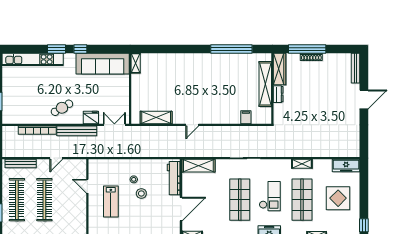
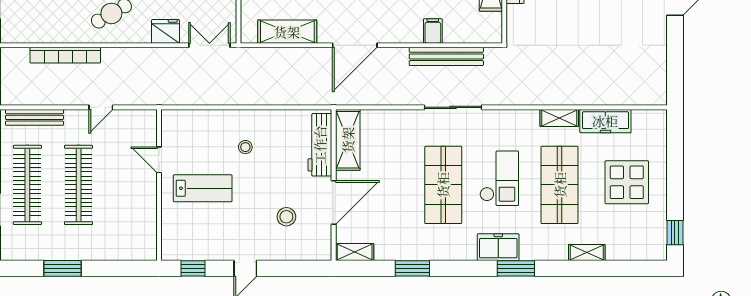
filing cabinet: (246, 117) -> (433, 31), moved
door: (192, 125) -> (355, 45), width x1.88
bench: (77, 131) -> (446, 56), moved
freezer: (346, 165) -> (605, 121), moved
shelving: (198, 166) -> (348, 140), moved, turned 90
stool: (141, 193) -> (286, 217), moved
lab bench: (111, 201) -> (203, 188), turned -90

